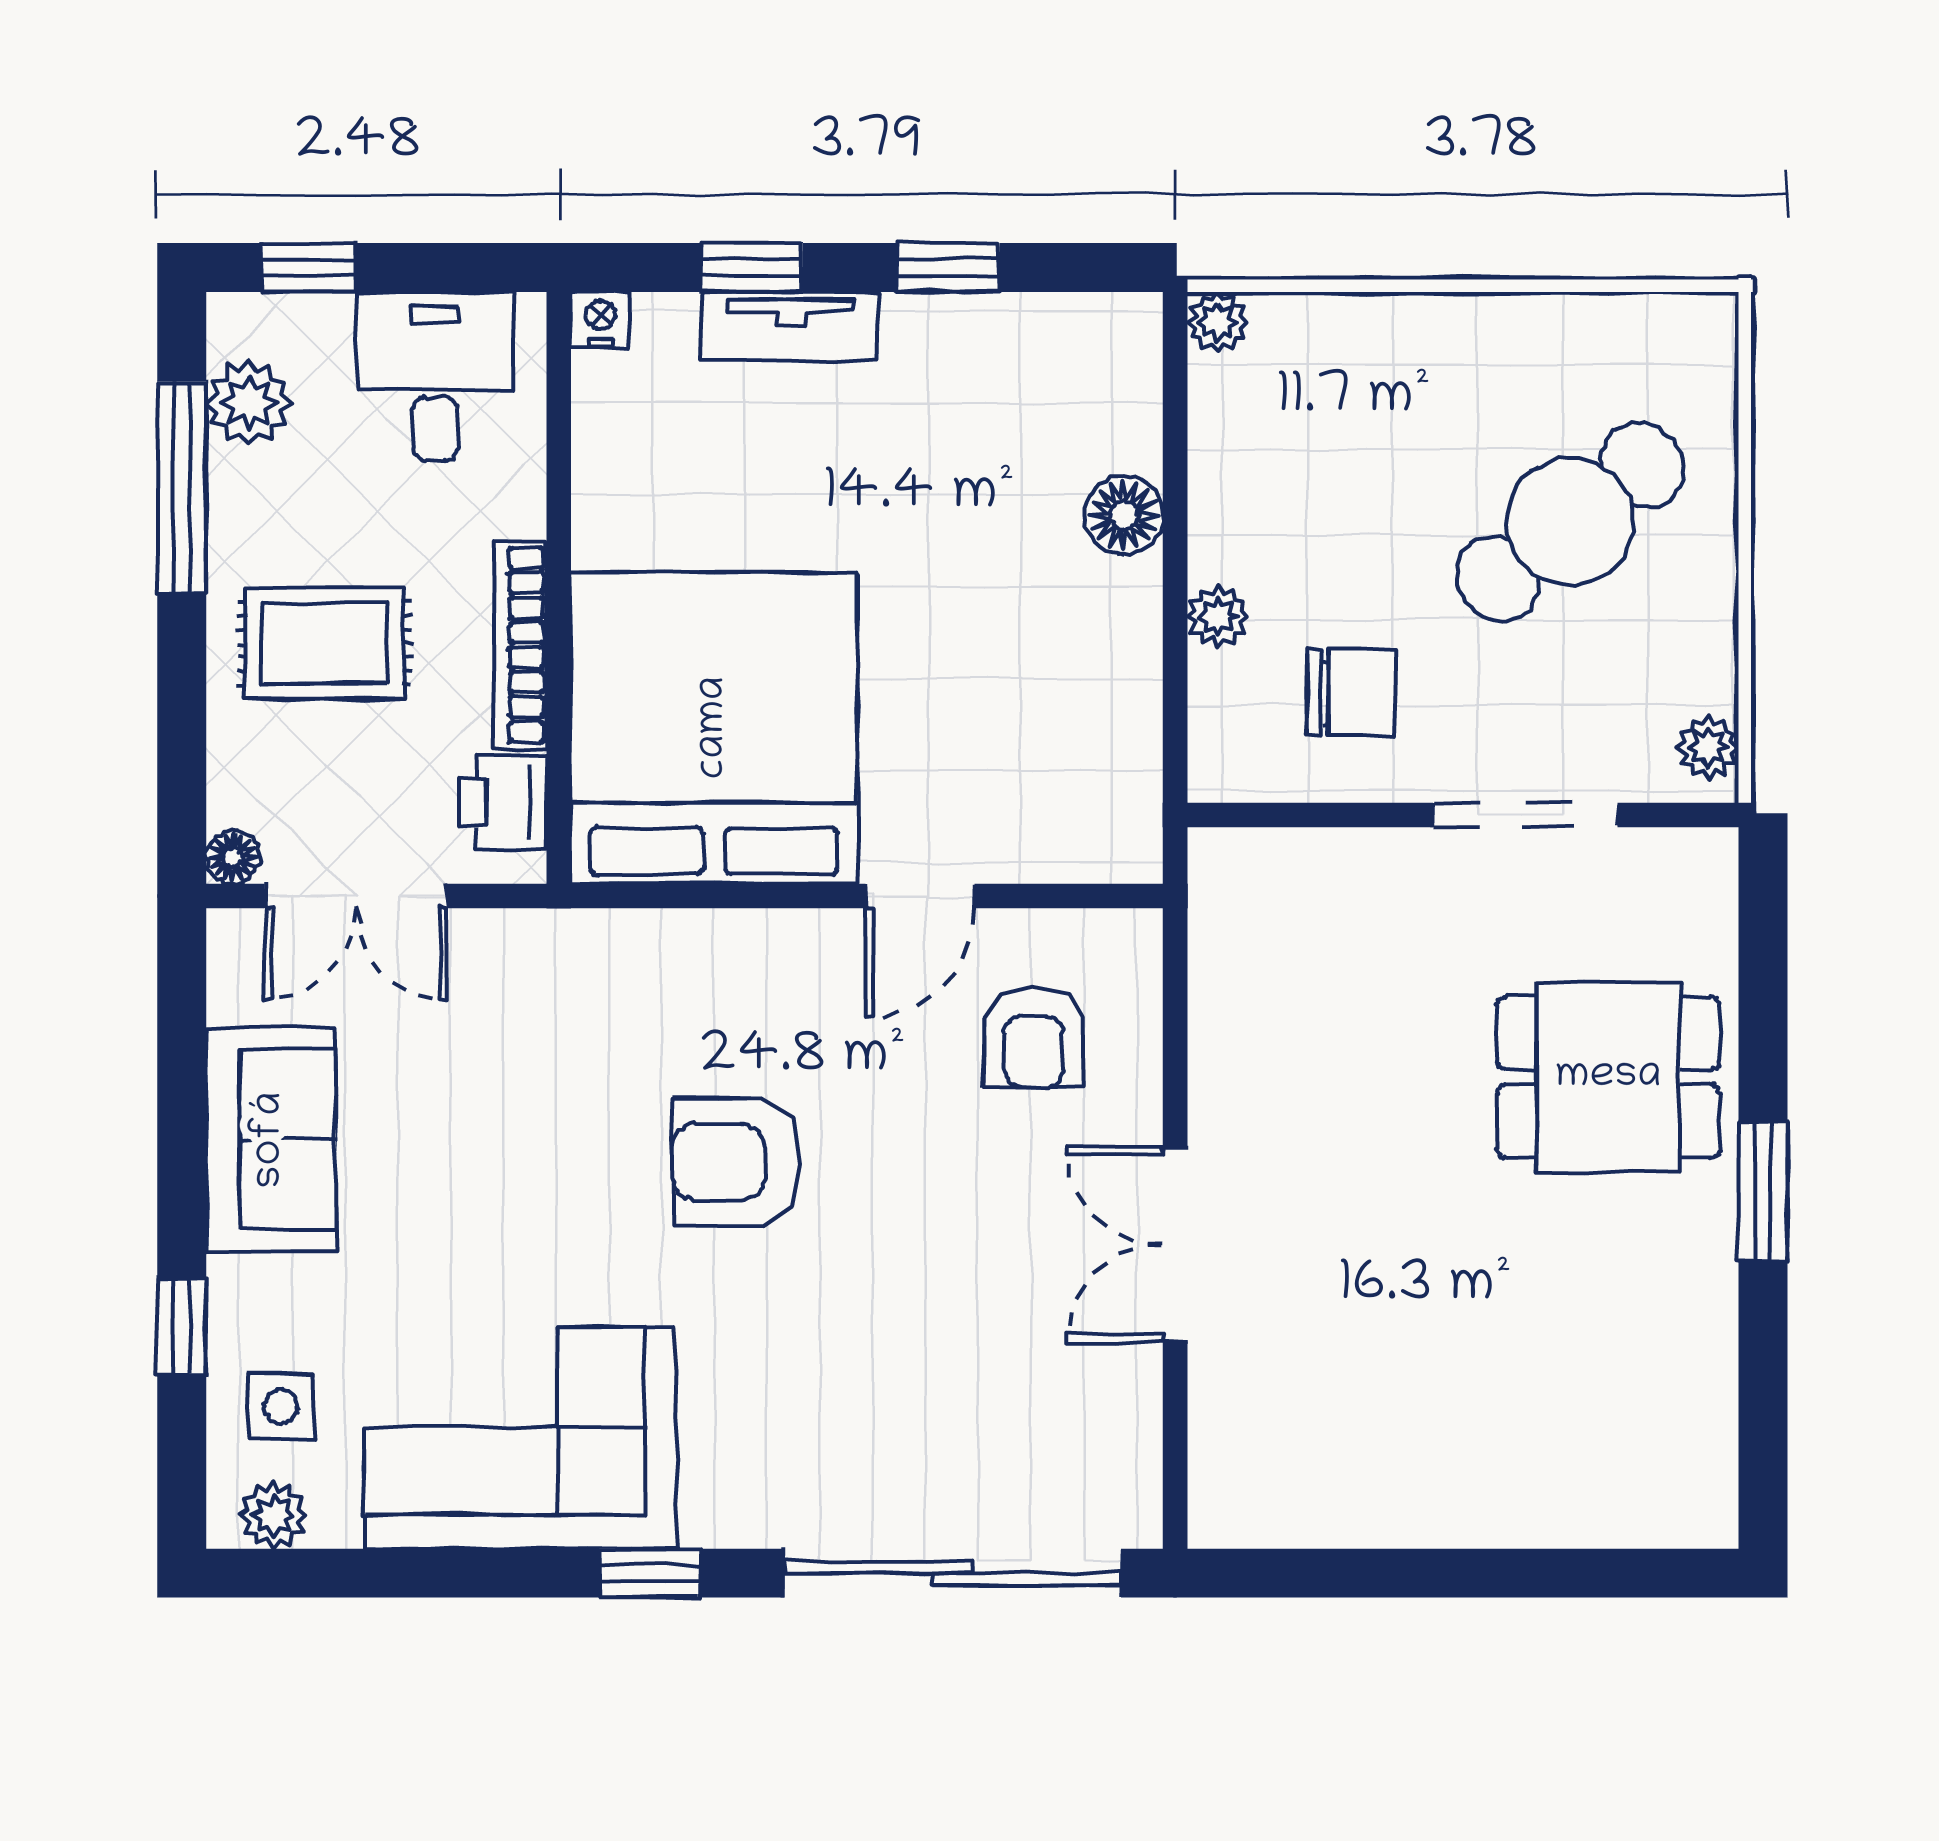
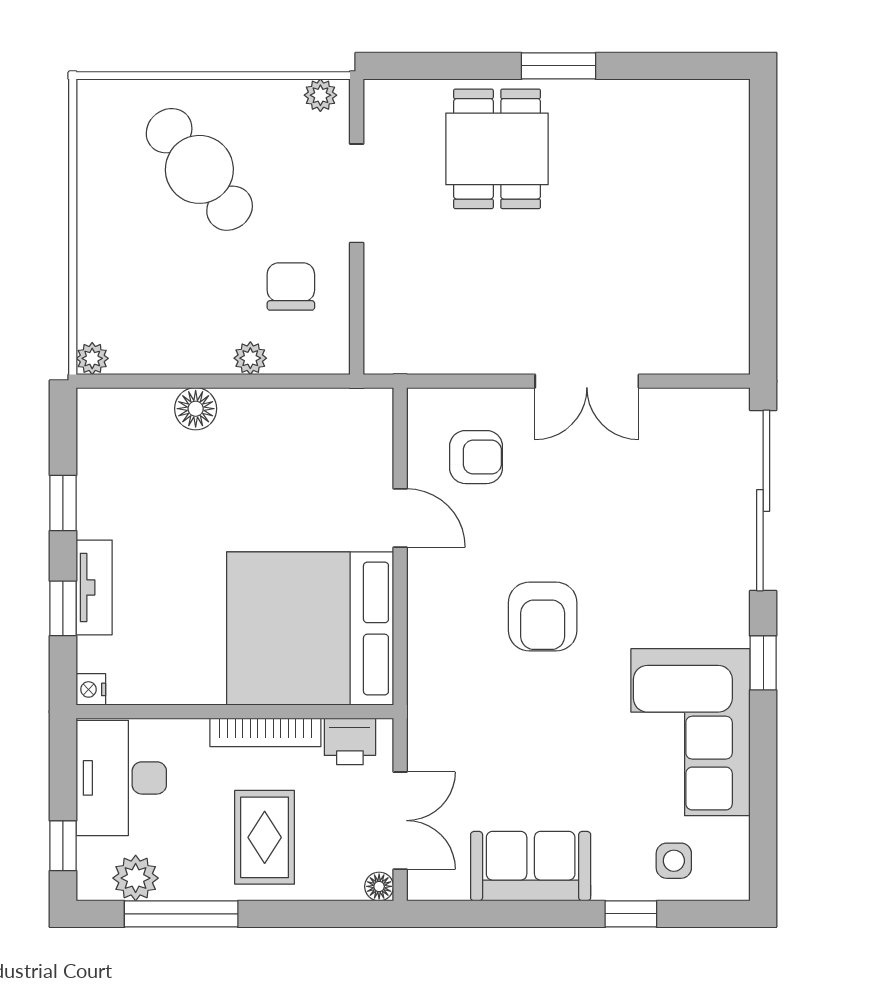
desk: (435, 376) -> (121, 778), width x1.37
plant: (273, 1515) -> (732, 865), removed

